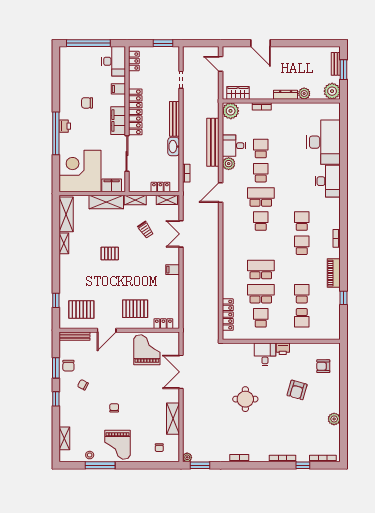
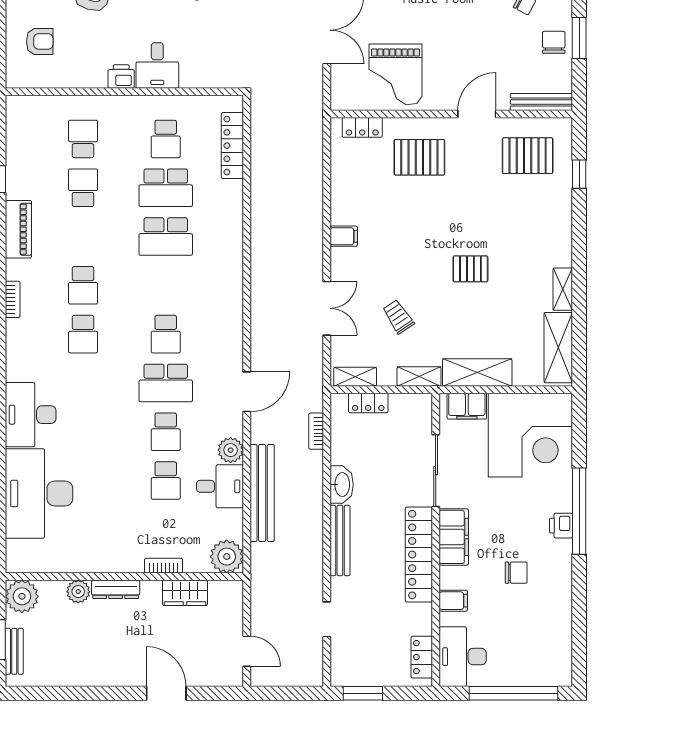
wardrobe: (238, 93) -> (185, 593), moved
school desk: (302, 294) -> (83, 188), turned 180

